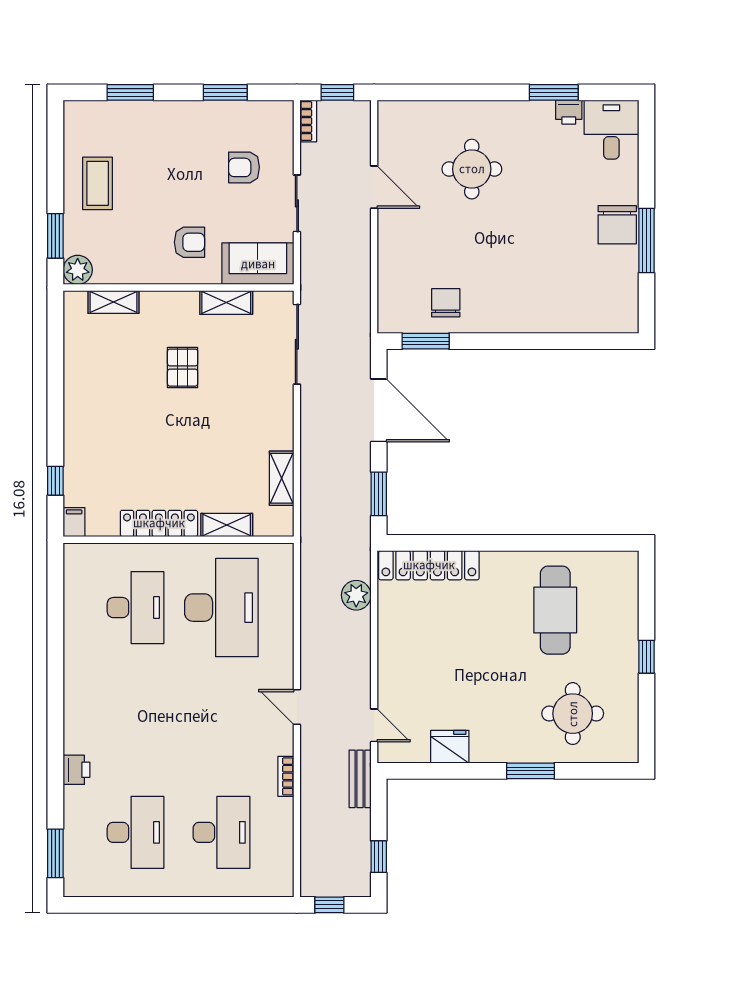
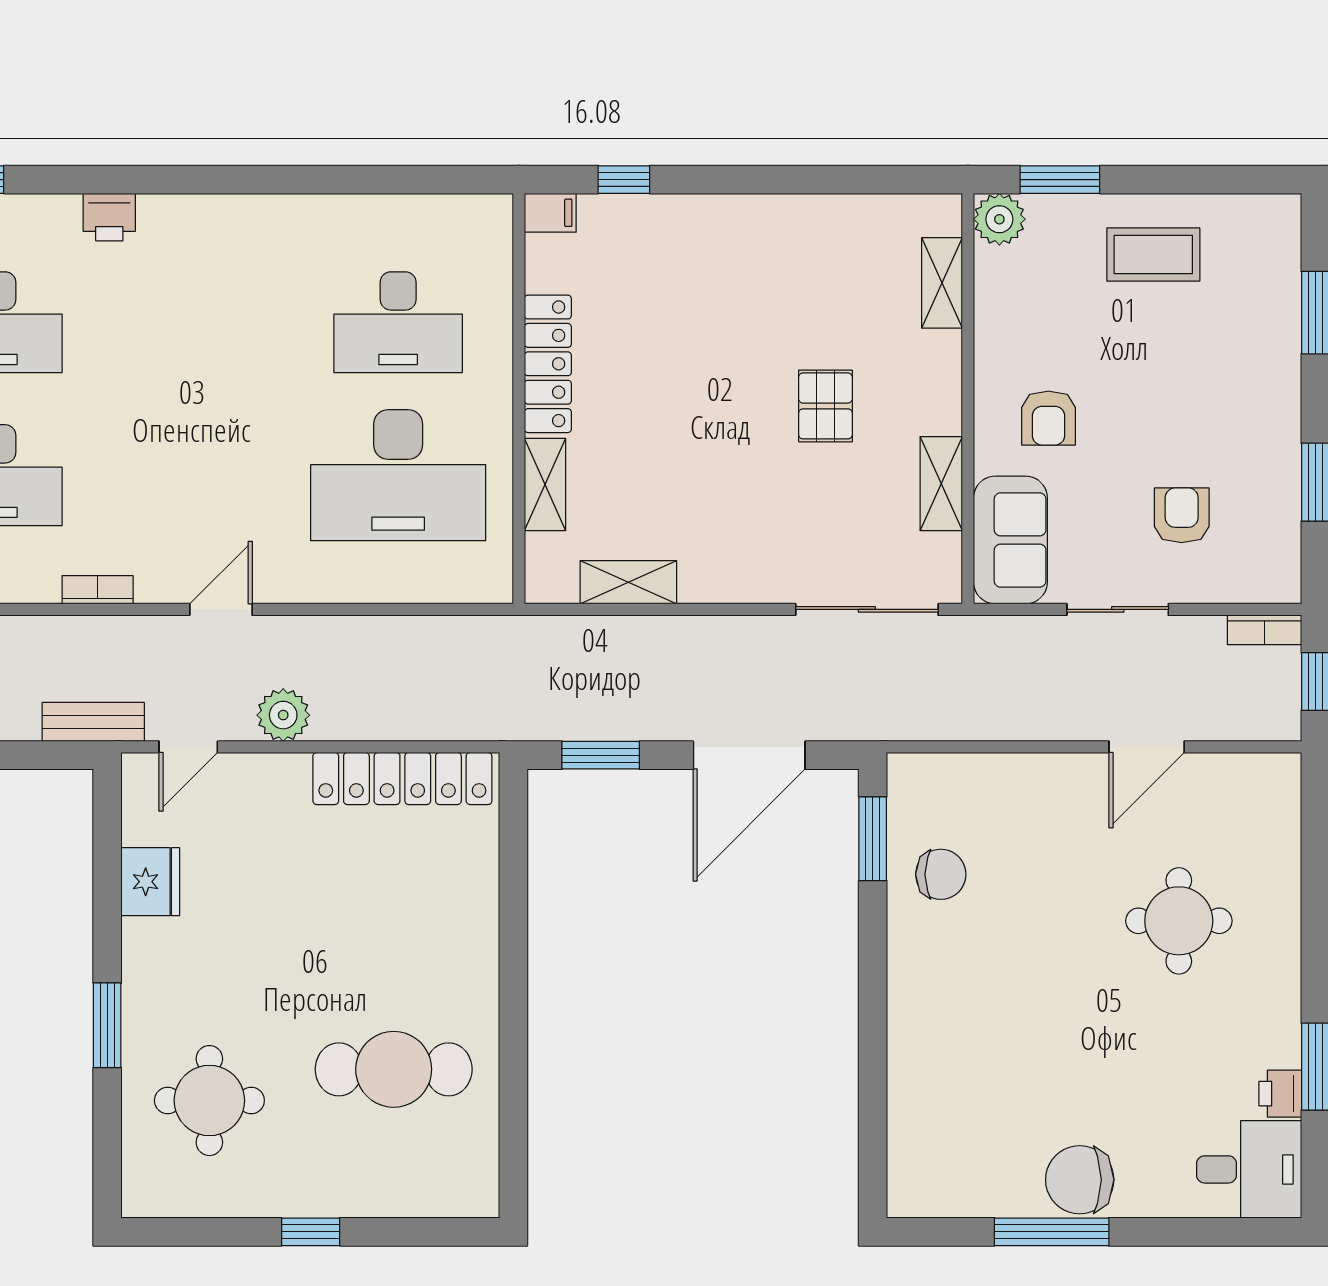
pallet: (183, 368) -> (825, 406), turned 90
locker: (429, 565) -> (402, 778), moved, turned -90
plant: (356, 595) -> (283, 715), moved

